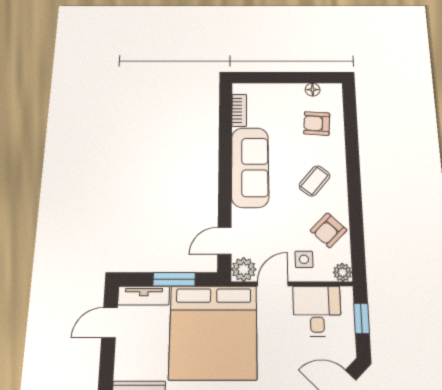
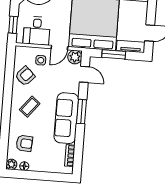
window: (225, 179) -> (81, 112), added
door: (224, 241) -> (84, 74), hinge flipped
plant: (343, 272) -> (11, 164), moved

